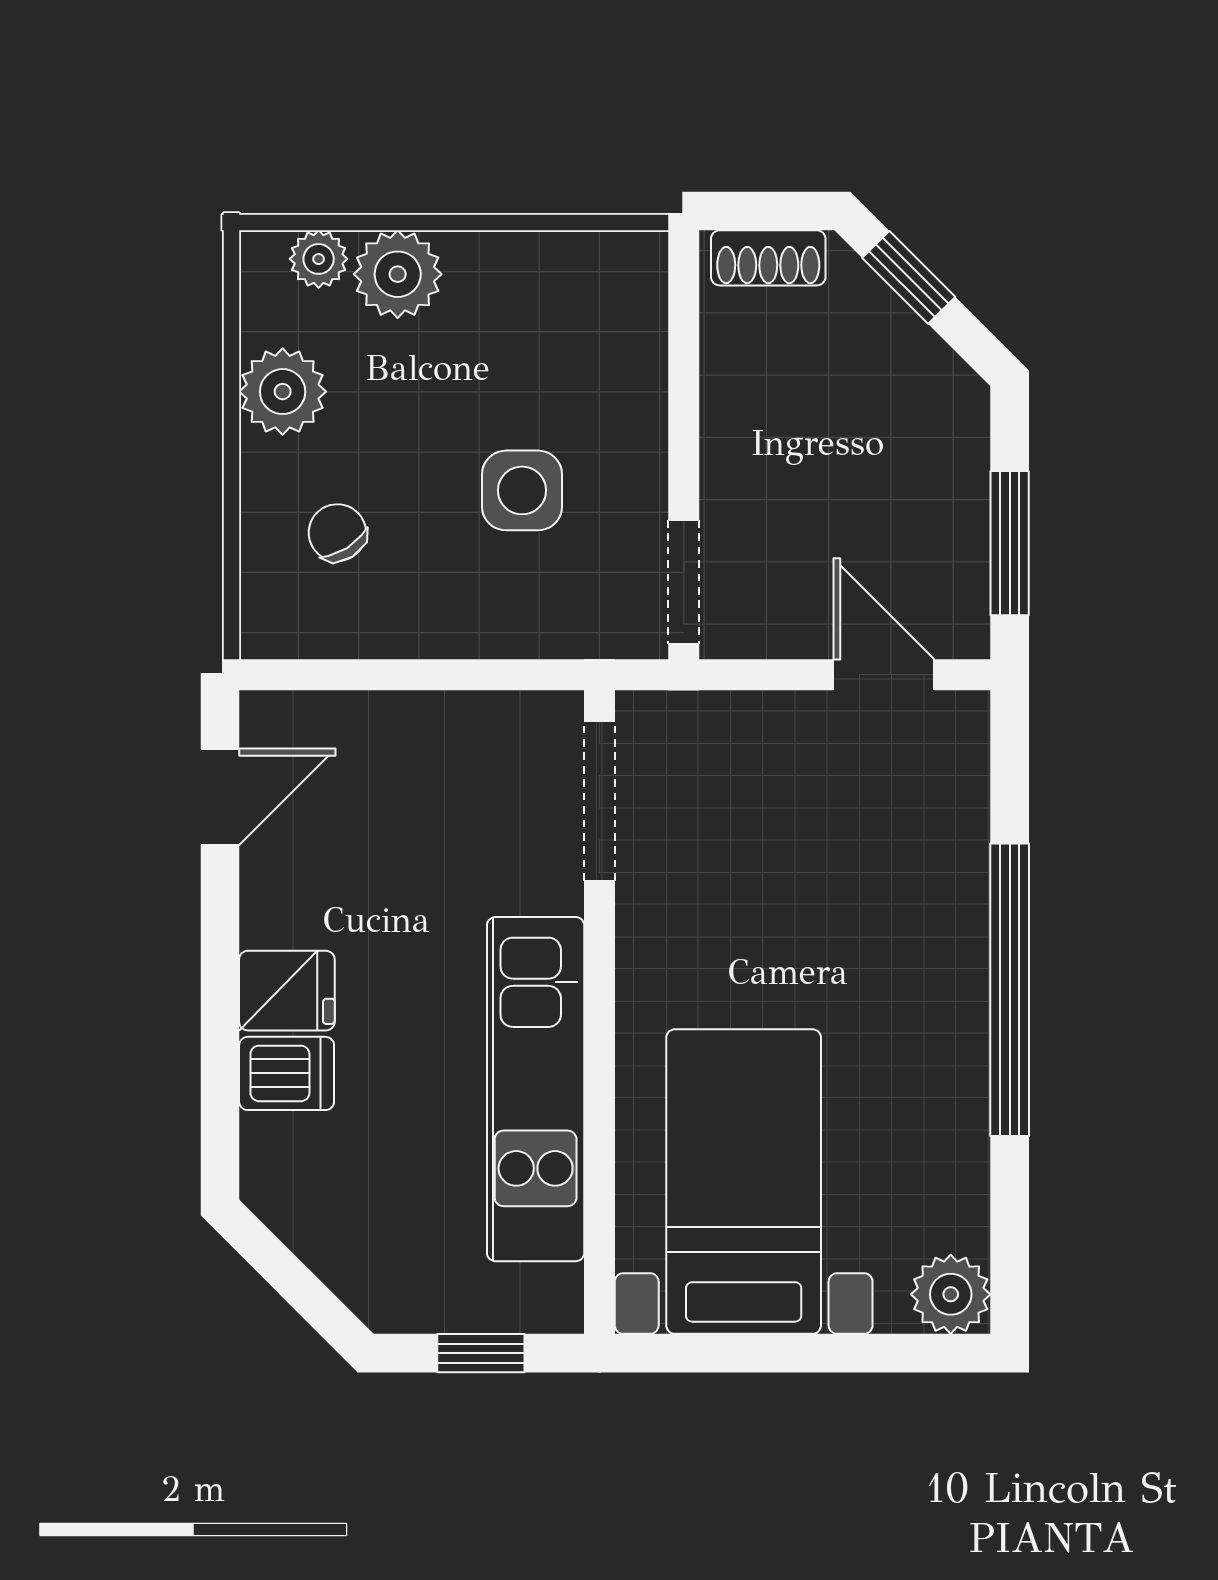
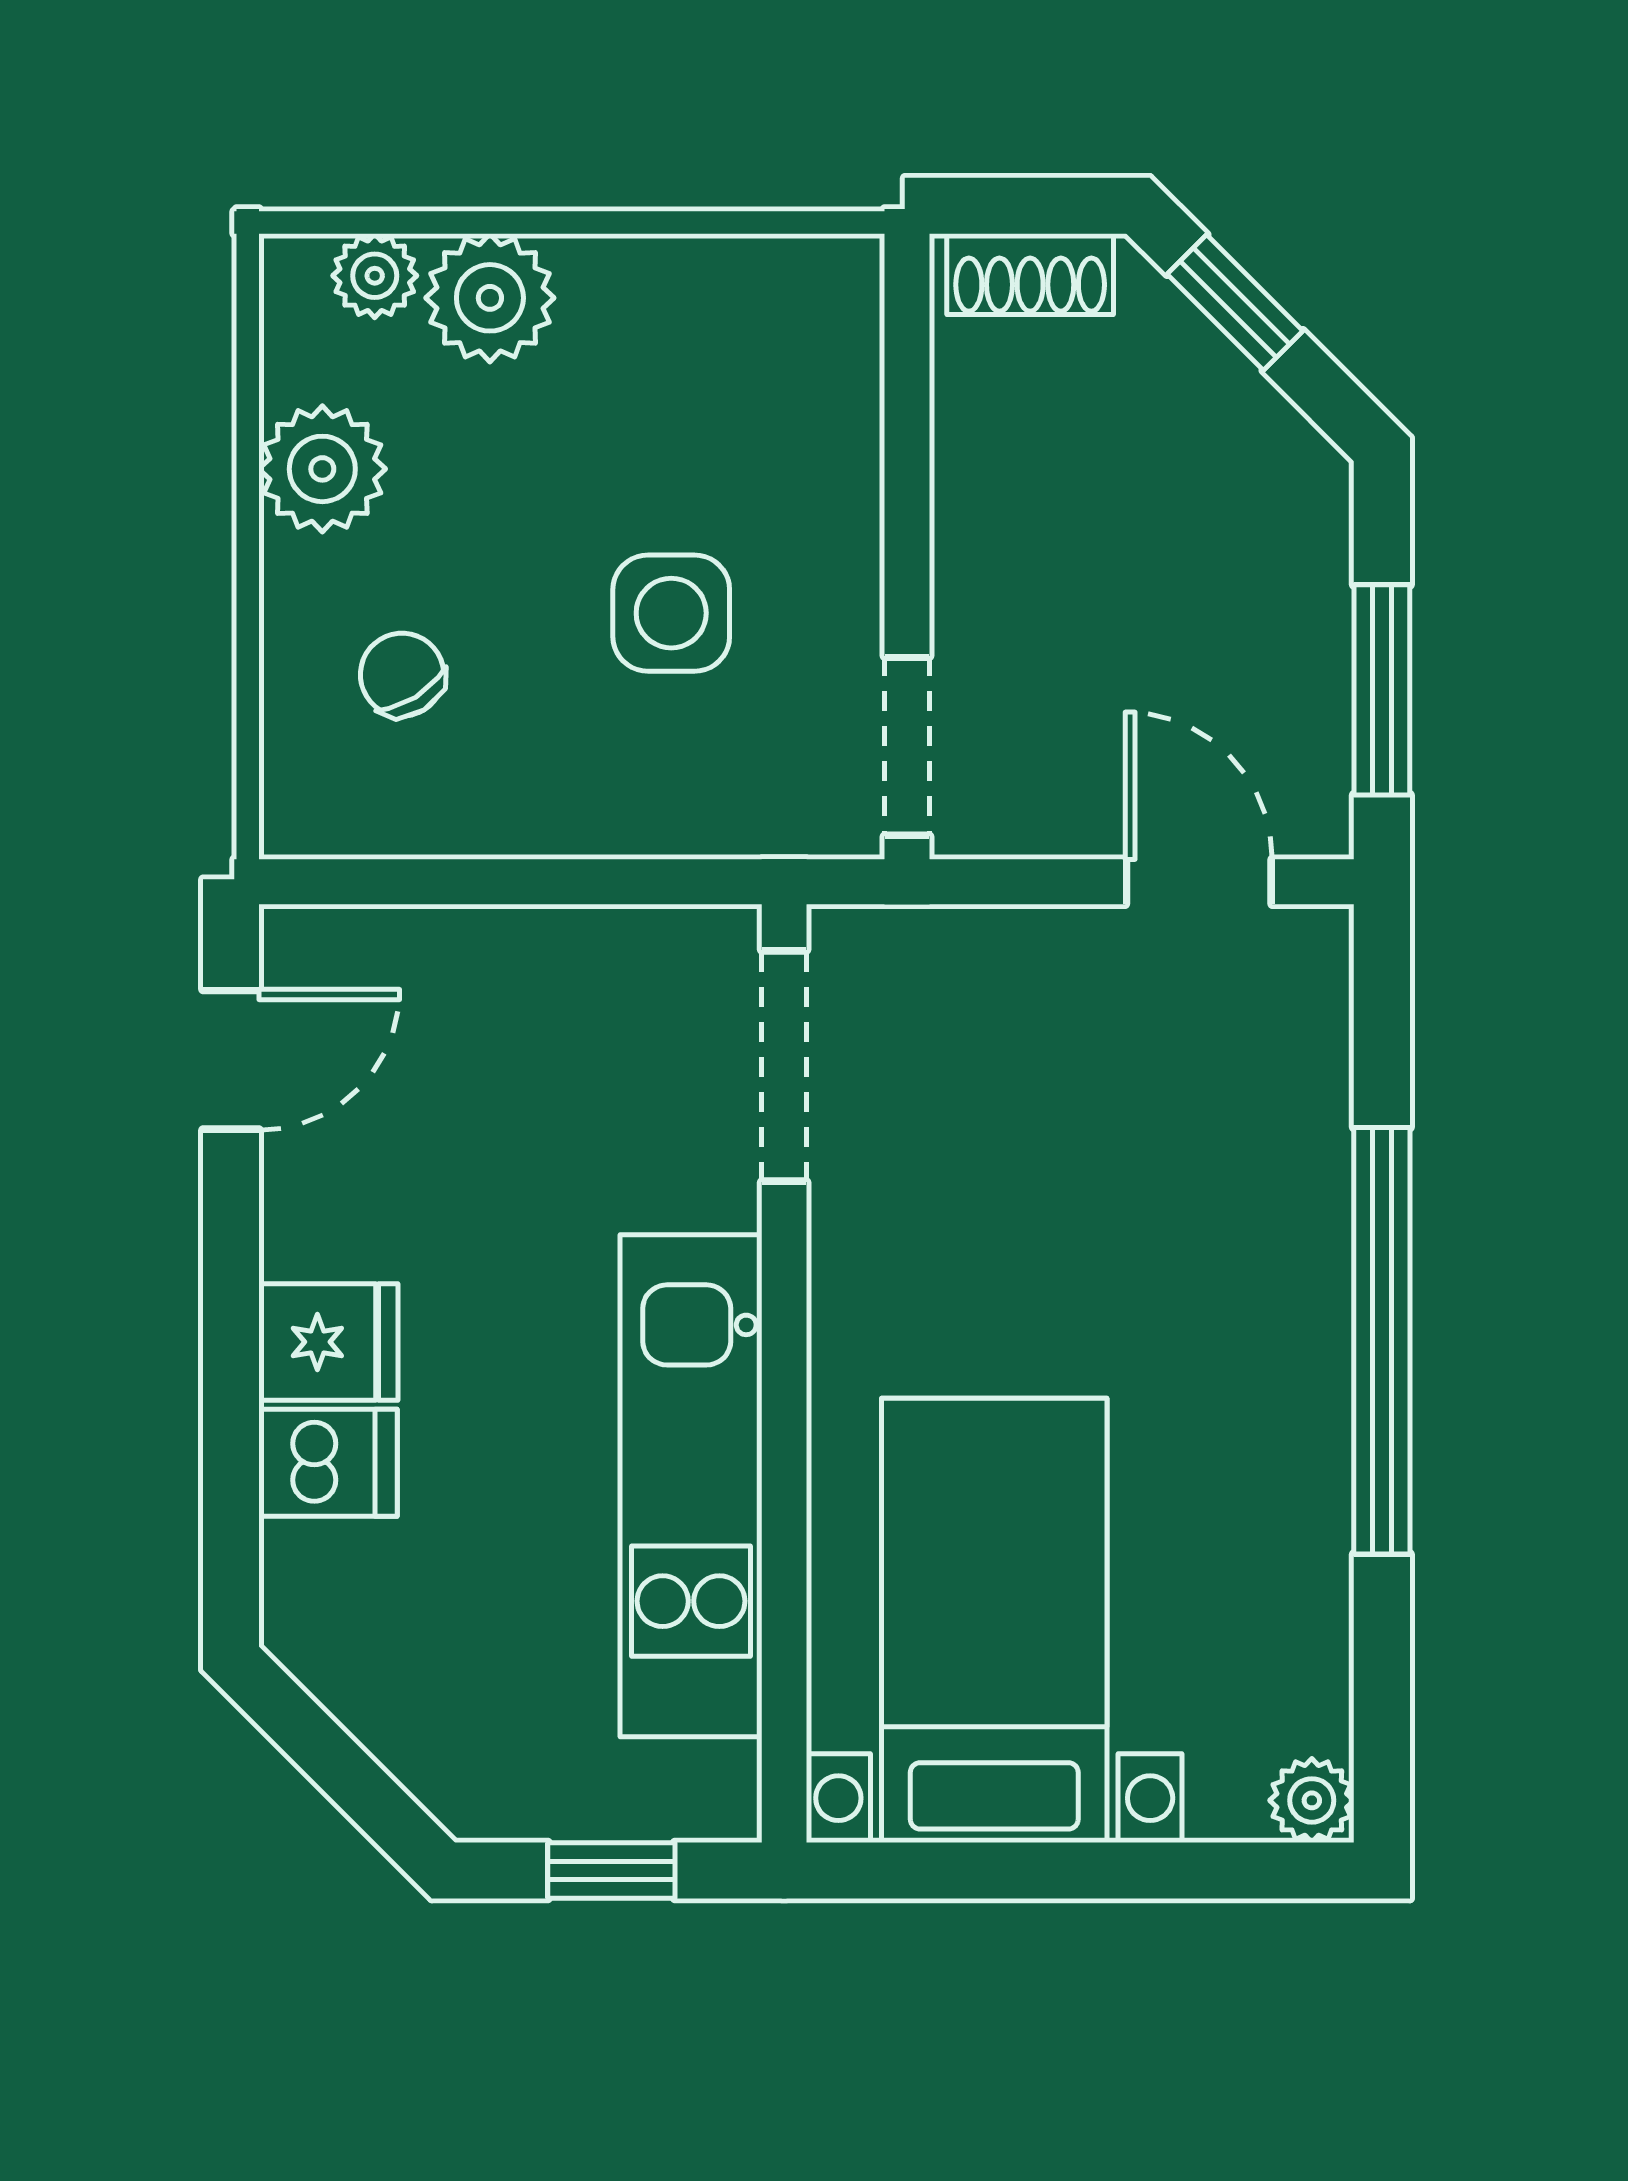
plant: (951, 1294) -> (1312, 1800), width x0.73, depth x0.73

